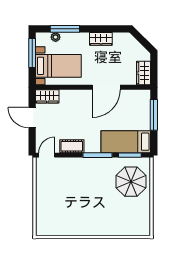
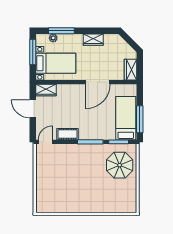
window: (154, 115) -> (140, 119), moved
bed: (126, 142) -> (126, 118), moved, turned 90

